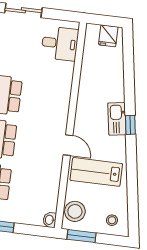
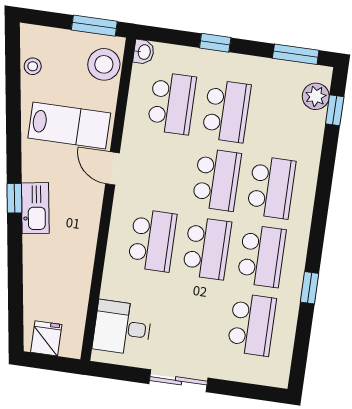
school desk: (42, 100) -> (152, 240), added
school desk: (31, 187) -> (172, 103), added
stool: (112, 220) -> (33, 66), moved

